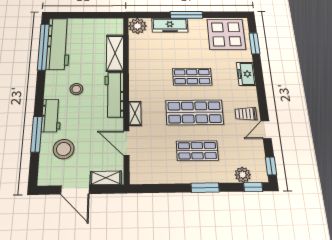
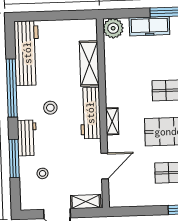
window: (43, 47) -> (12, 88), moved
shelving: (135, 113) -> (112, 121), moved
door: (126, 143) -> (105, 166), swing flipped
stool: (64, 149) -> (43, 173), width x0.53, depth x0.53

